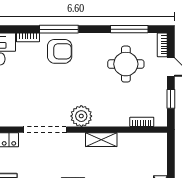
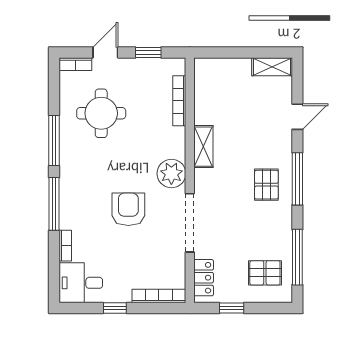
window: (129, 29) -> (54, 140), moved
armchair: (60, 51) -> (128, 209), moved
bookcase: (142, 122) -> (179, 101), width x1.56

